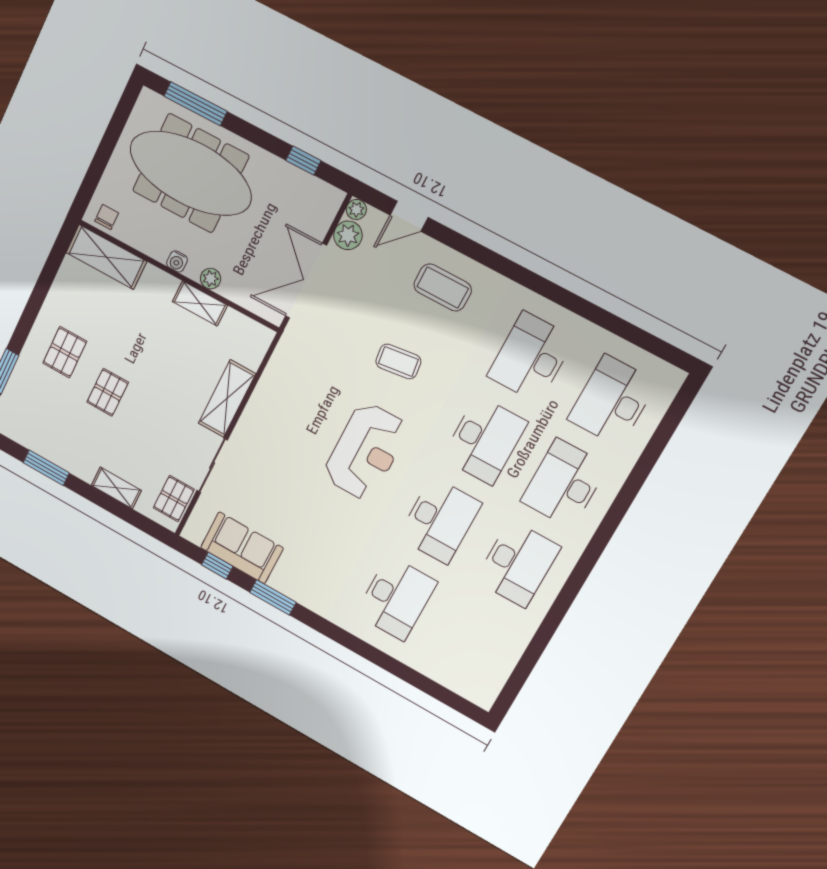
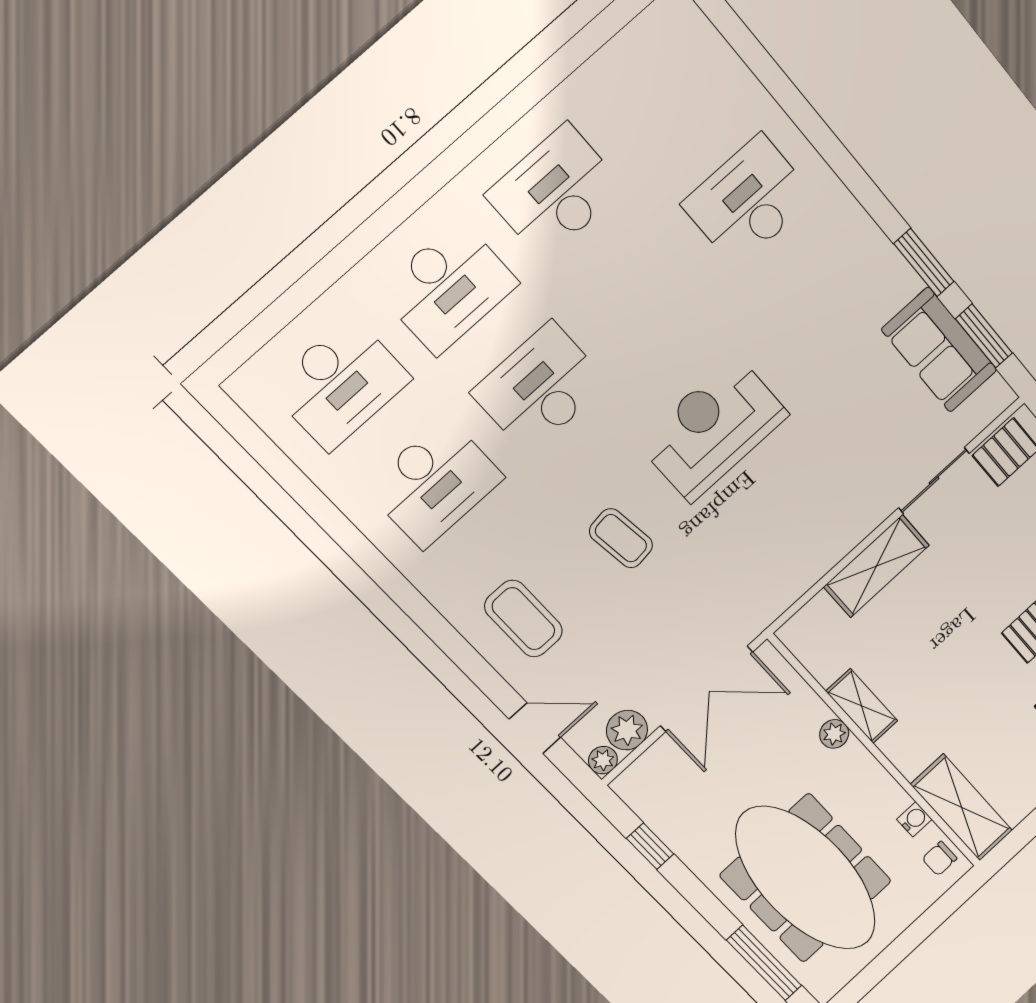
water cooler: (177, 261) -> (914, 819), moved
desk: (440, 520) -> (645, 294), removed
window: (217, 566) -> (984, 336), width x1.50

